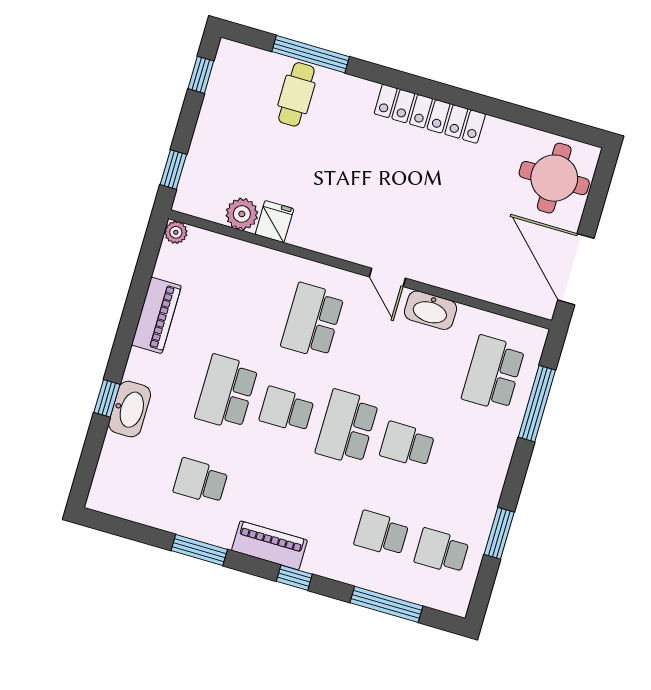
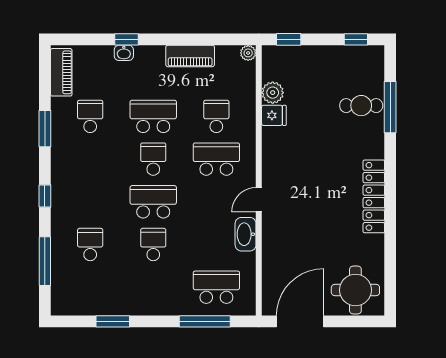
washbasin: (130, 409) -> (124, 53), width x0.52, depth x0.69
piano: (269, 545) -> (61, 72), moved
school desk: (442, 551) -> (216, 116), moved

